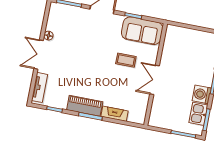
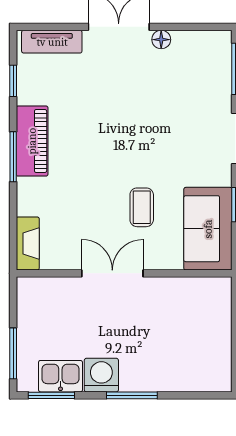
fireplace: (115, 114) -> (28, 243), moved

